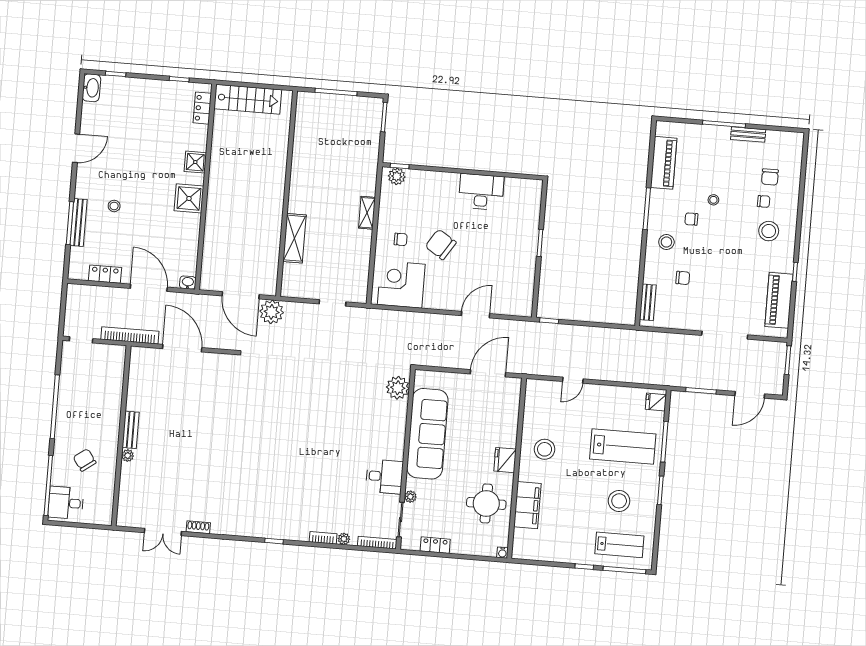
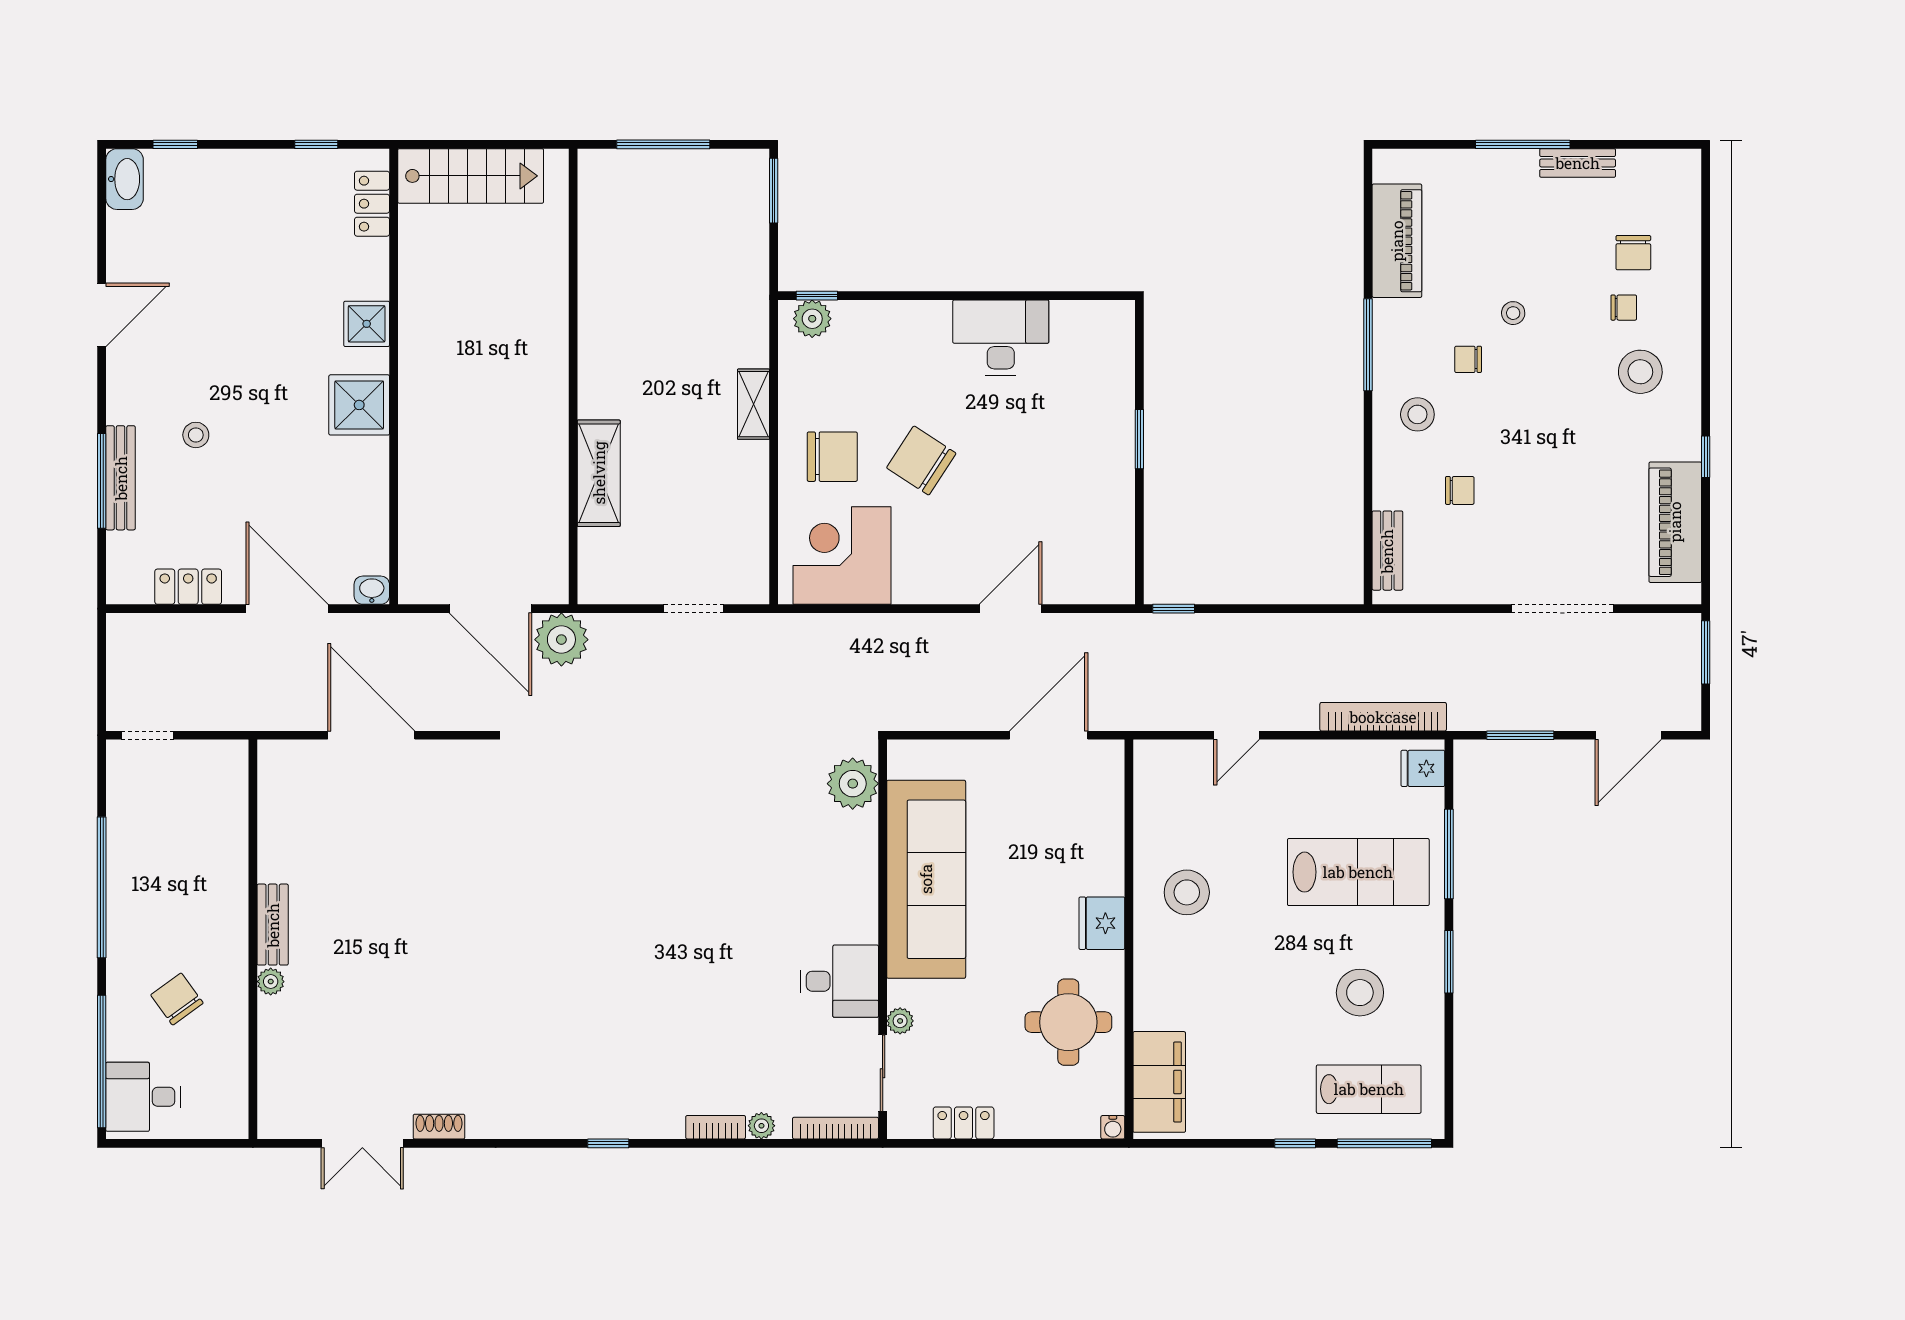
chair: (401, 239) -> (832, 457), width x1.87, depth x1.87
bookcase: (130, 335) -> (1383, 717), moved
filing cabinet: (527, 505) -> (1159, 1082), moved

